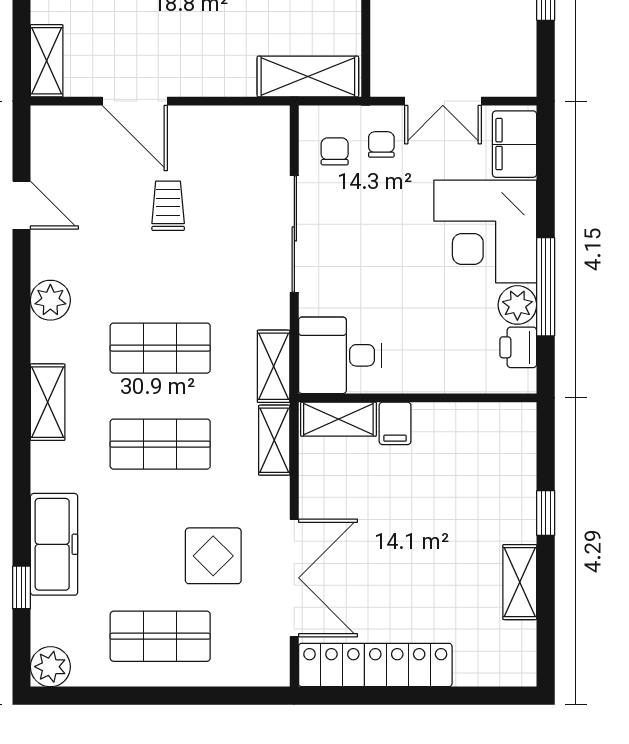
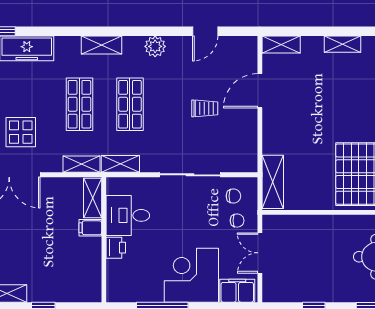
plant: (517, 305) -> (153, 292), removed
printer: (518, 347) -> (116, 248), moved, turned 90
desk: (340, 355) -> (128, 215), moved, turned -90

